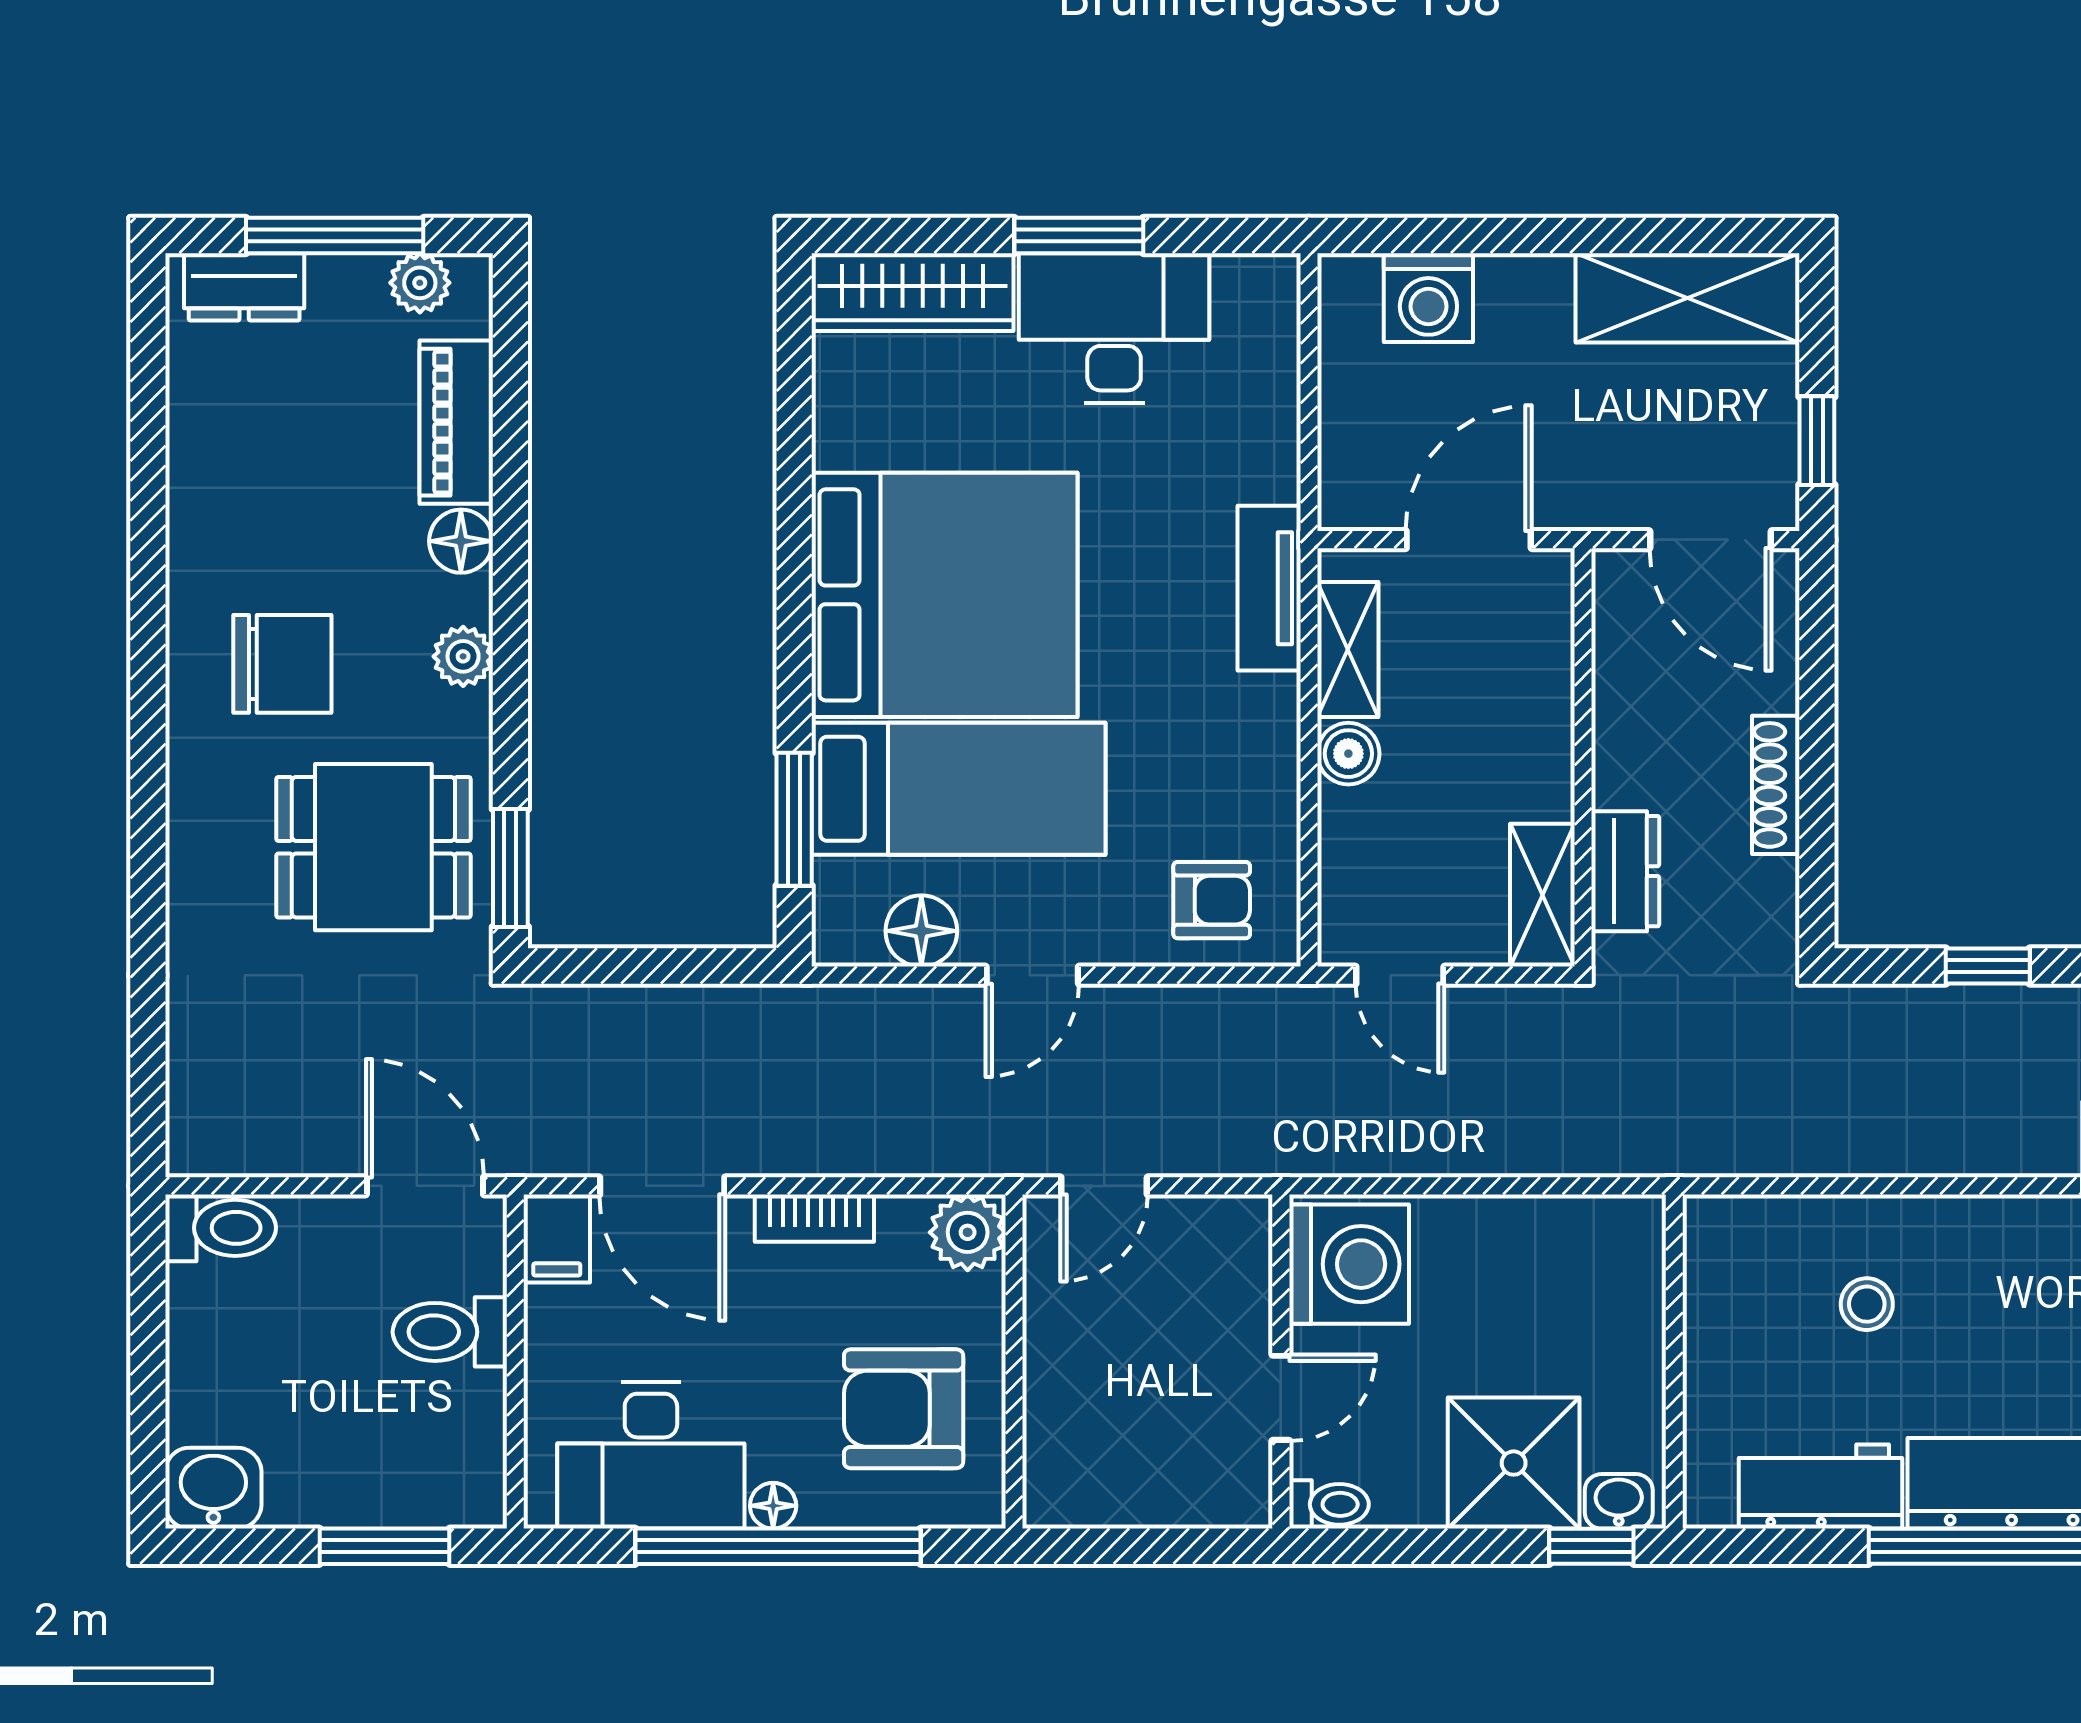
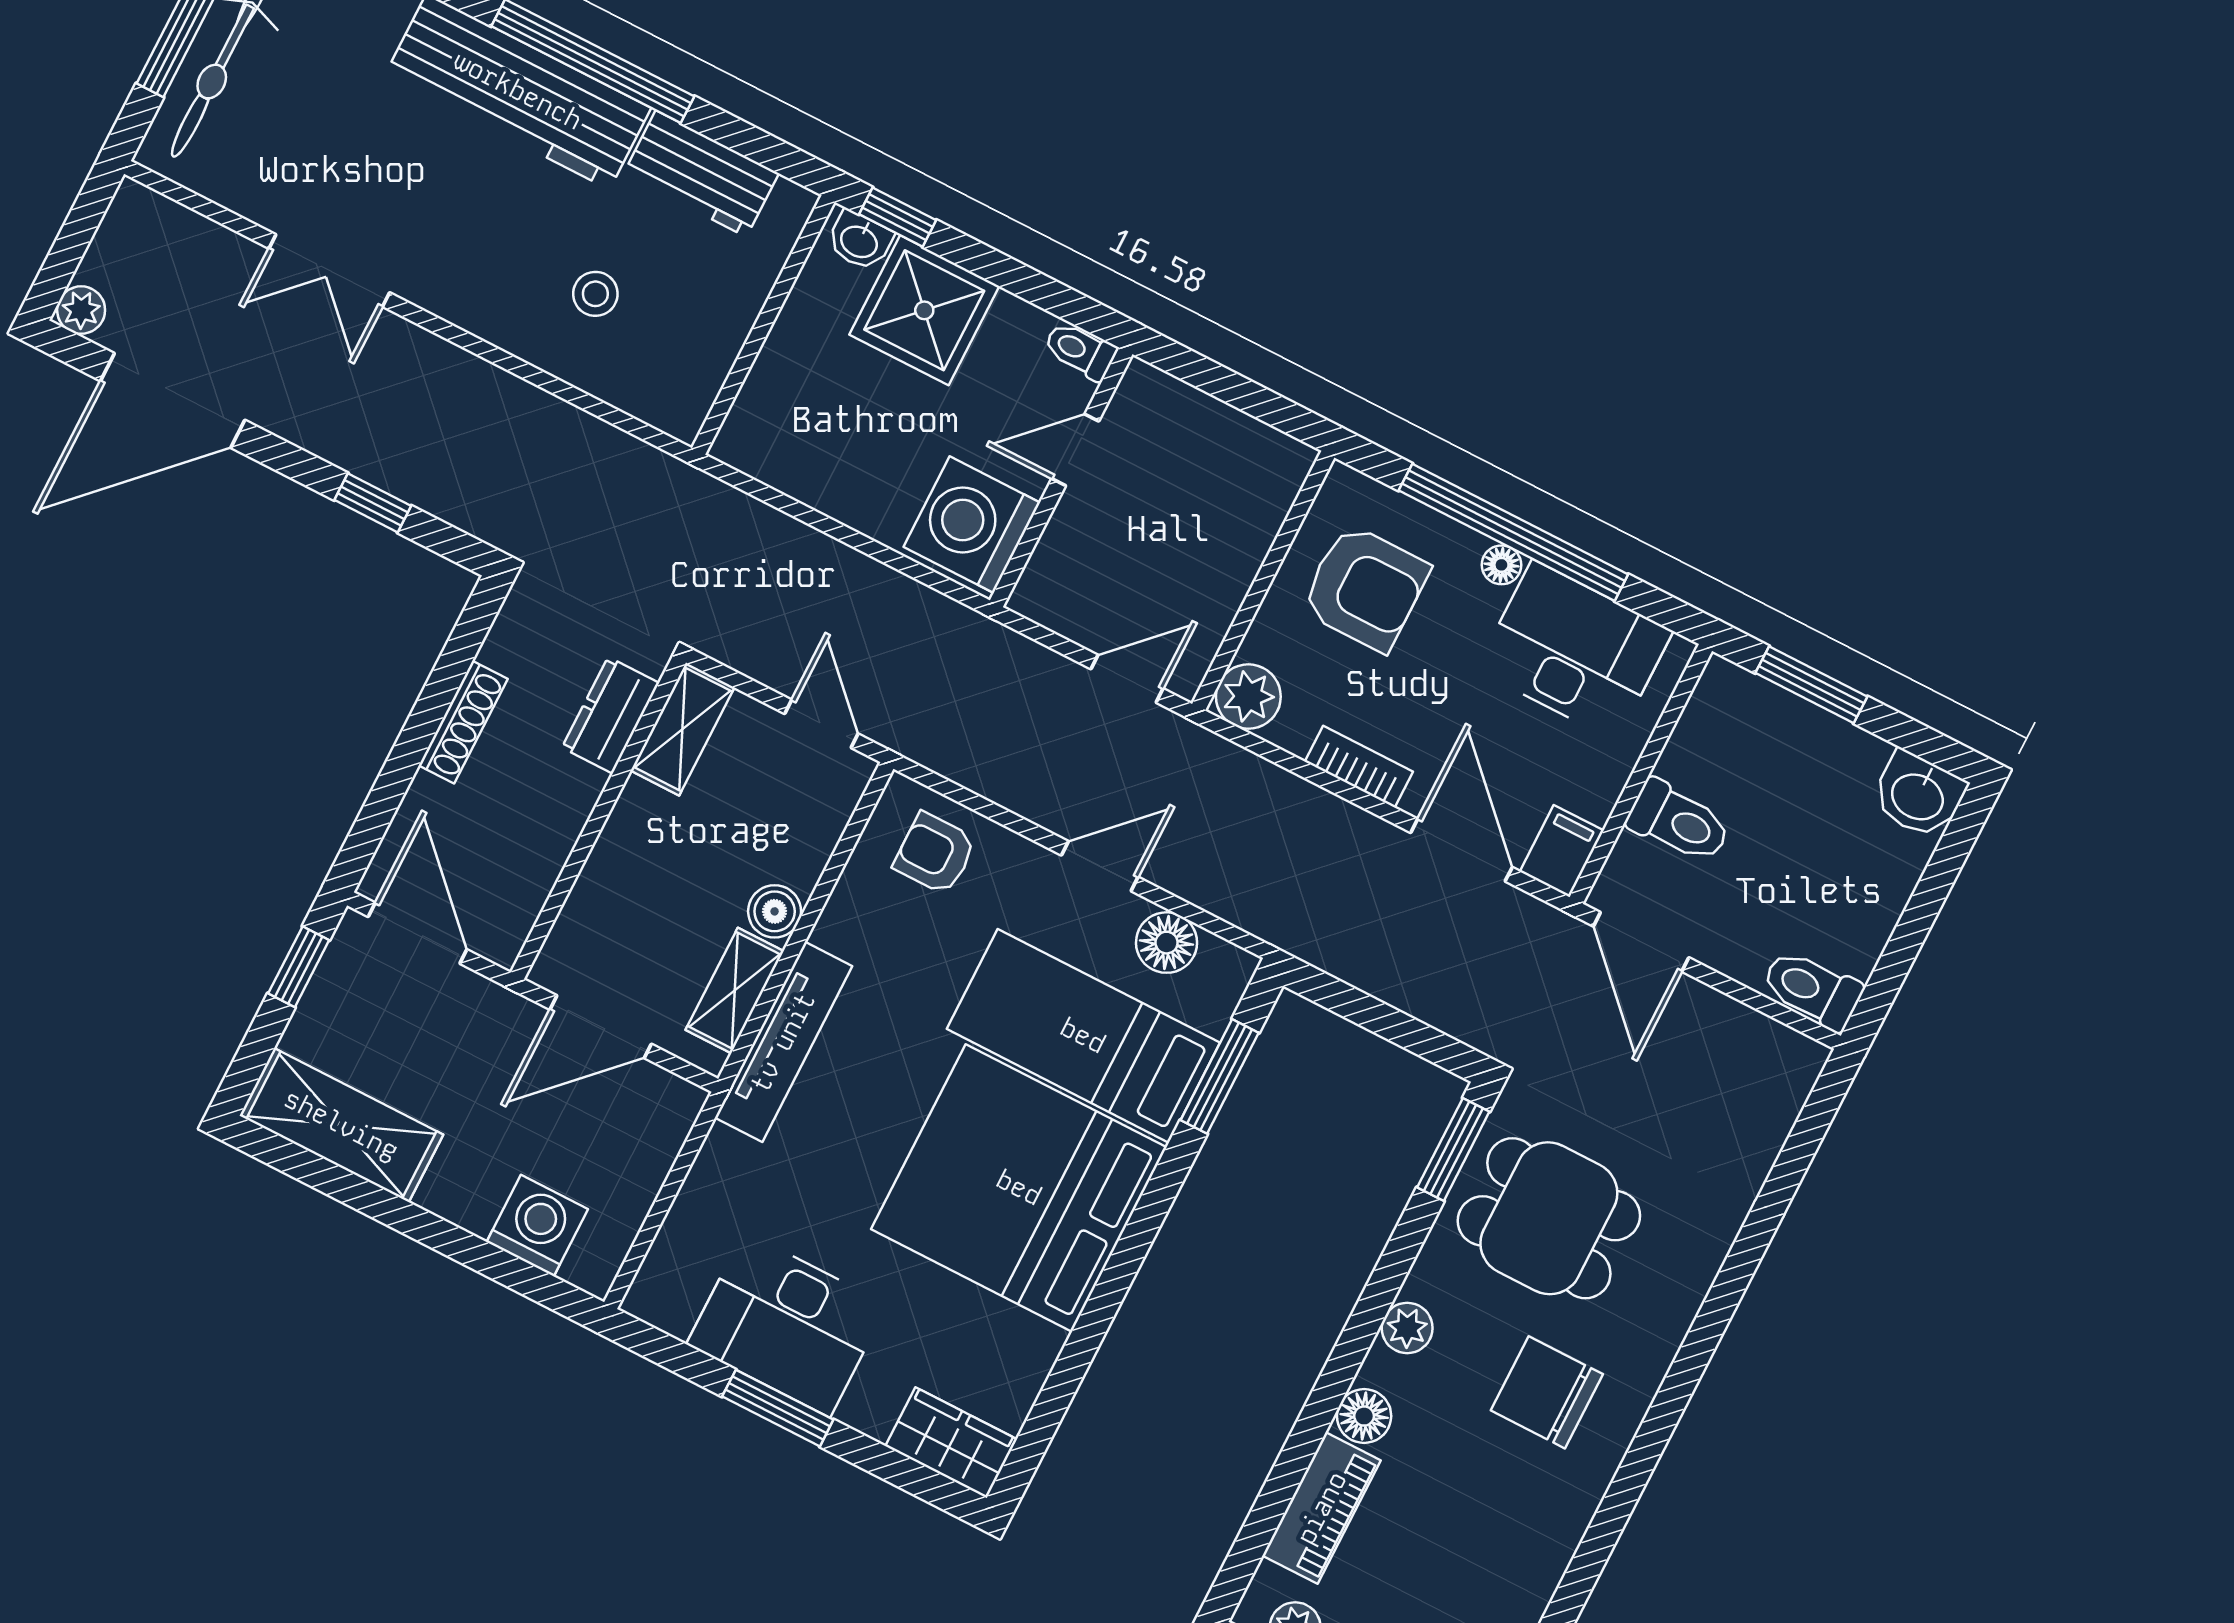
wardrobe: (912, 292) -> (951, 1443), width x0.67
tv unit: (1269, 588) -> (784, 1042), width x1.41

